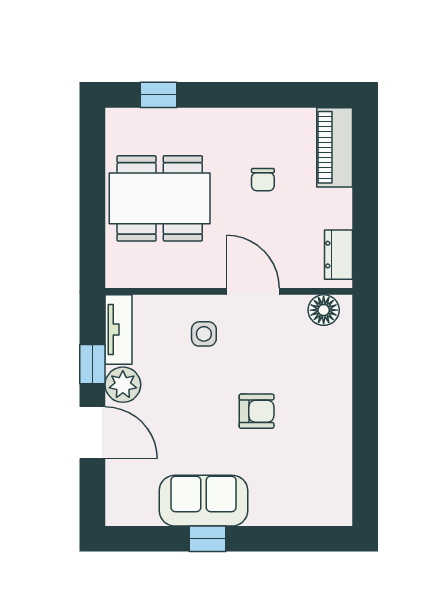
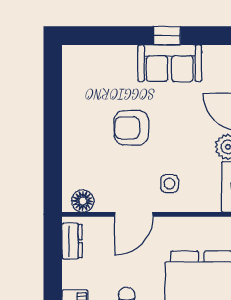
door: (253, 291) -> (134, 214), hinge flipped
armchair: (257, 411) -> (131, 128), width x1.38, depth x1.38

